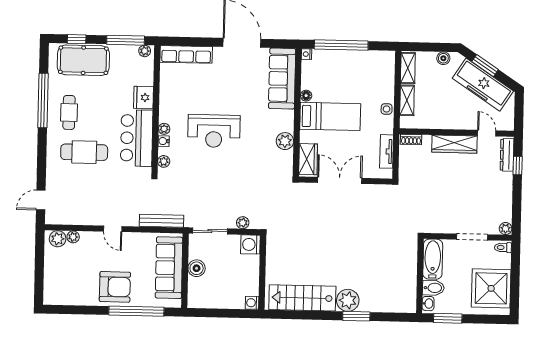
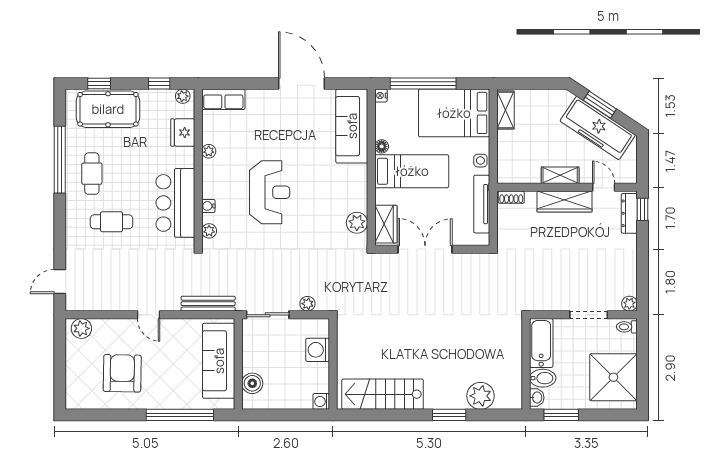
window: (126, 40) -> (159, 84), width x0.46
row of seats: (186, 54) -> (223, 99), width x0.68
boiler: (443, 58) -> (549, 97), removed
bed: (366, 70) -> (454, 113), added
fridge: (144, 97) -> (183, 133), moved
shelving: (407, 100) -> (560, 175), moved, turned 90
plant: (164, 129) -> (209, 151), moved
reception desk: (214, 131) -> (270, 192), turned -90
plant: (285, 141) -> (357, 223), moved
tv unit: (387, 151) -> (482, 204), width x1.41
cafe table: (84, 152) -> (111, 222), width x0.73, depth x0.74
window: (518, 166) -> (642, 209), moved
plant: (73, 237) -> (100, 326), removed
washing machine: (250, 244) -> (318, 350), moved
boiler: (197, 268) -> (252, 383), moved
armchair: (115, 287) -> (122, 373), moved, turned -89
plant: (348, 300) -> (481, 396), moved

